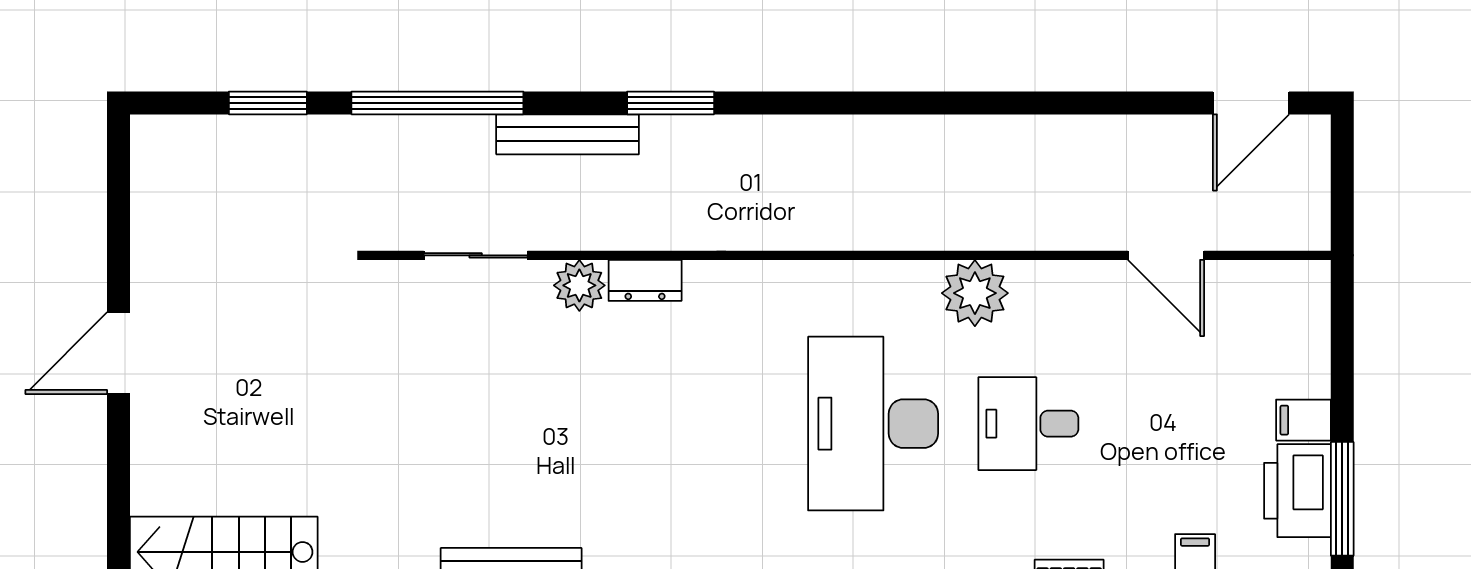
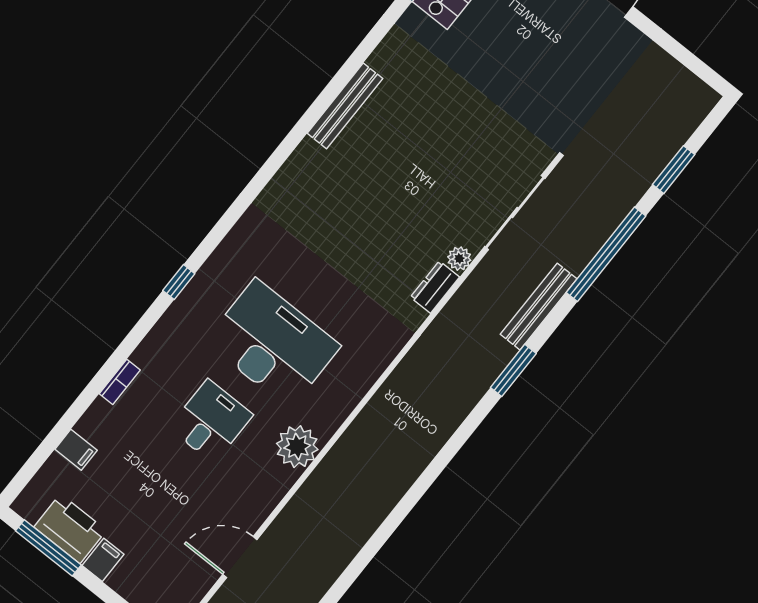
sliding door: (476, 255) -> (515, 213), width x1.37
plant: (579, 285) -> (459, 259), width x0.73, depth x0.73

